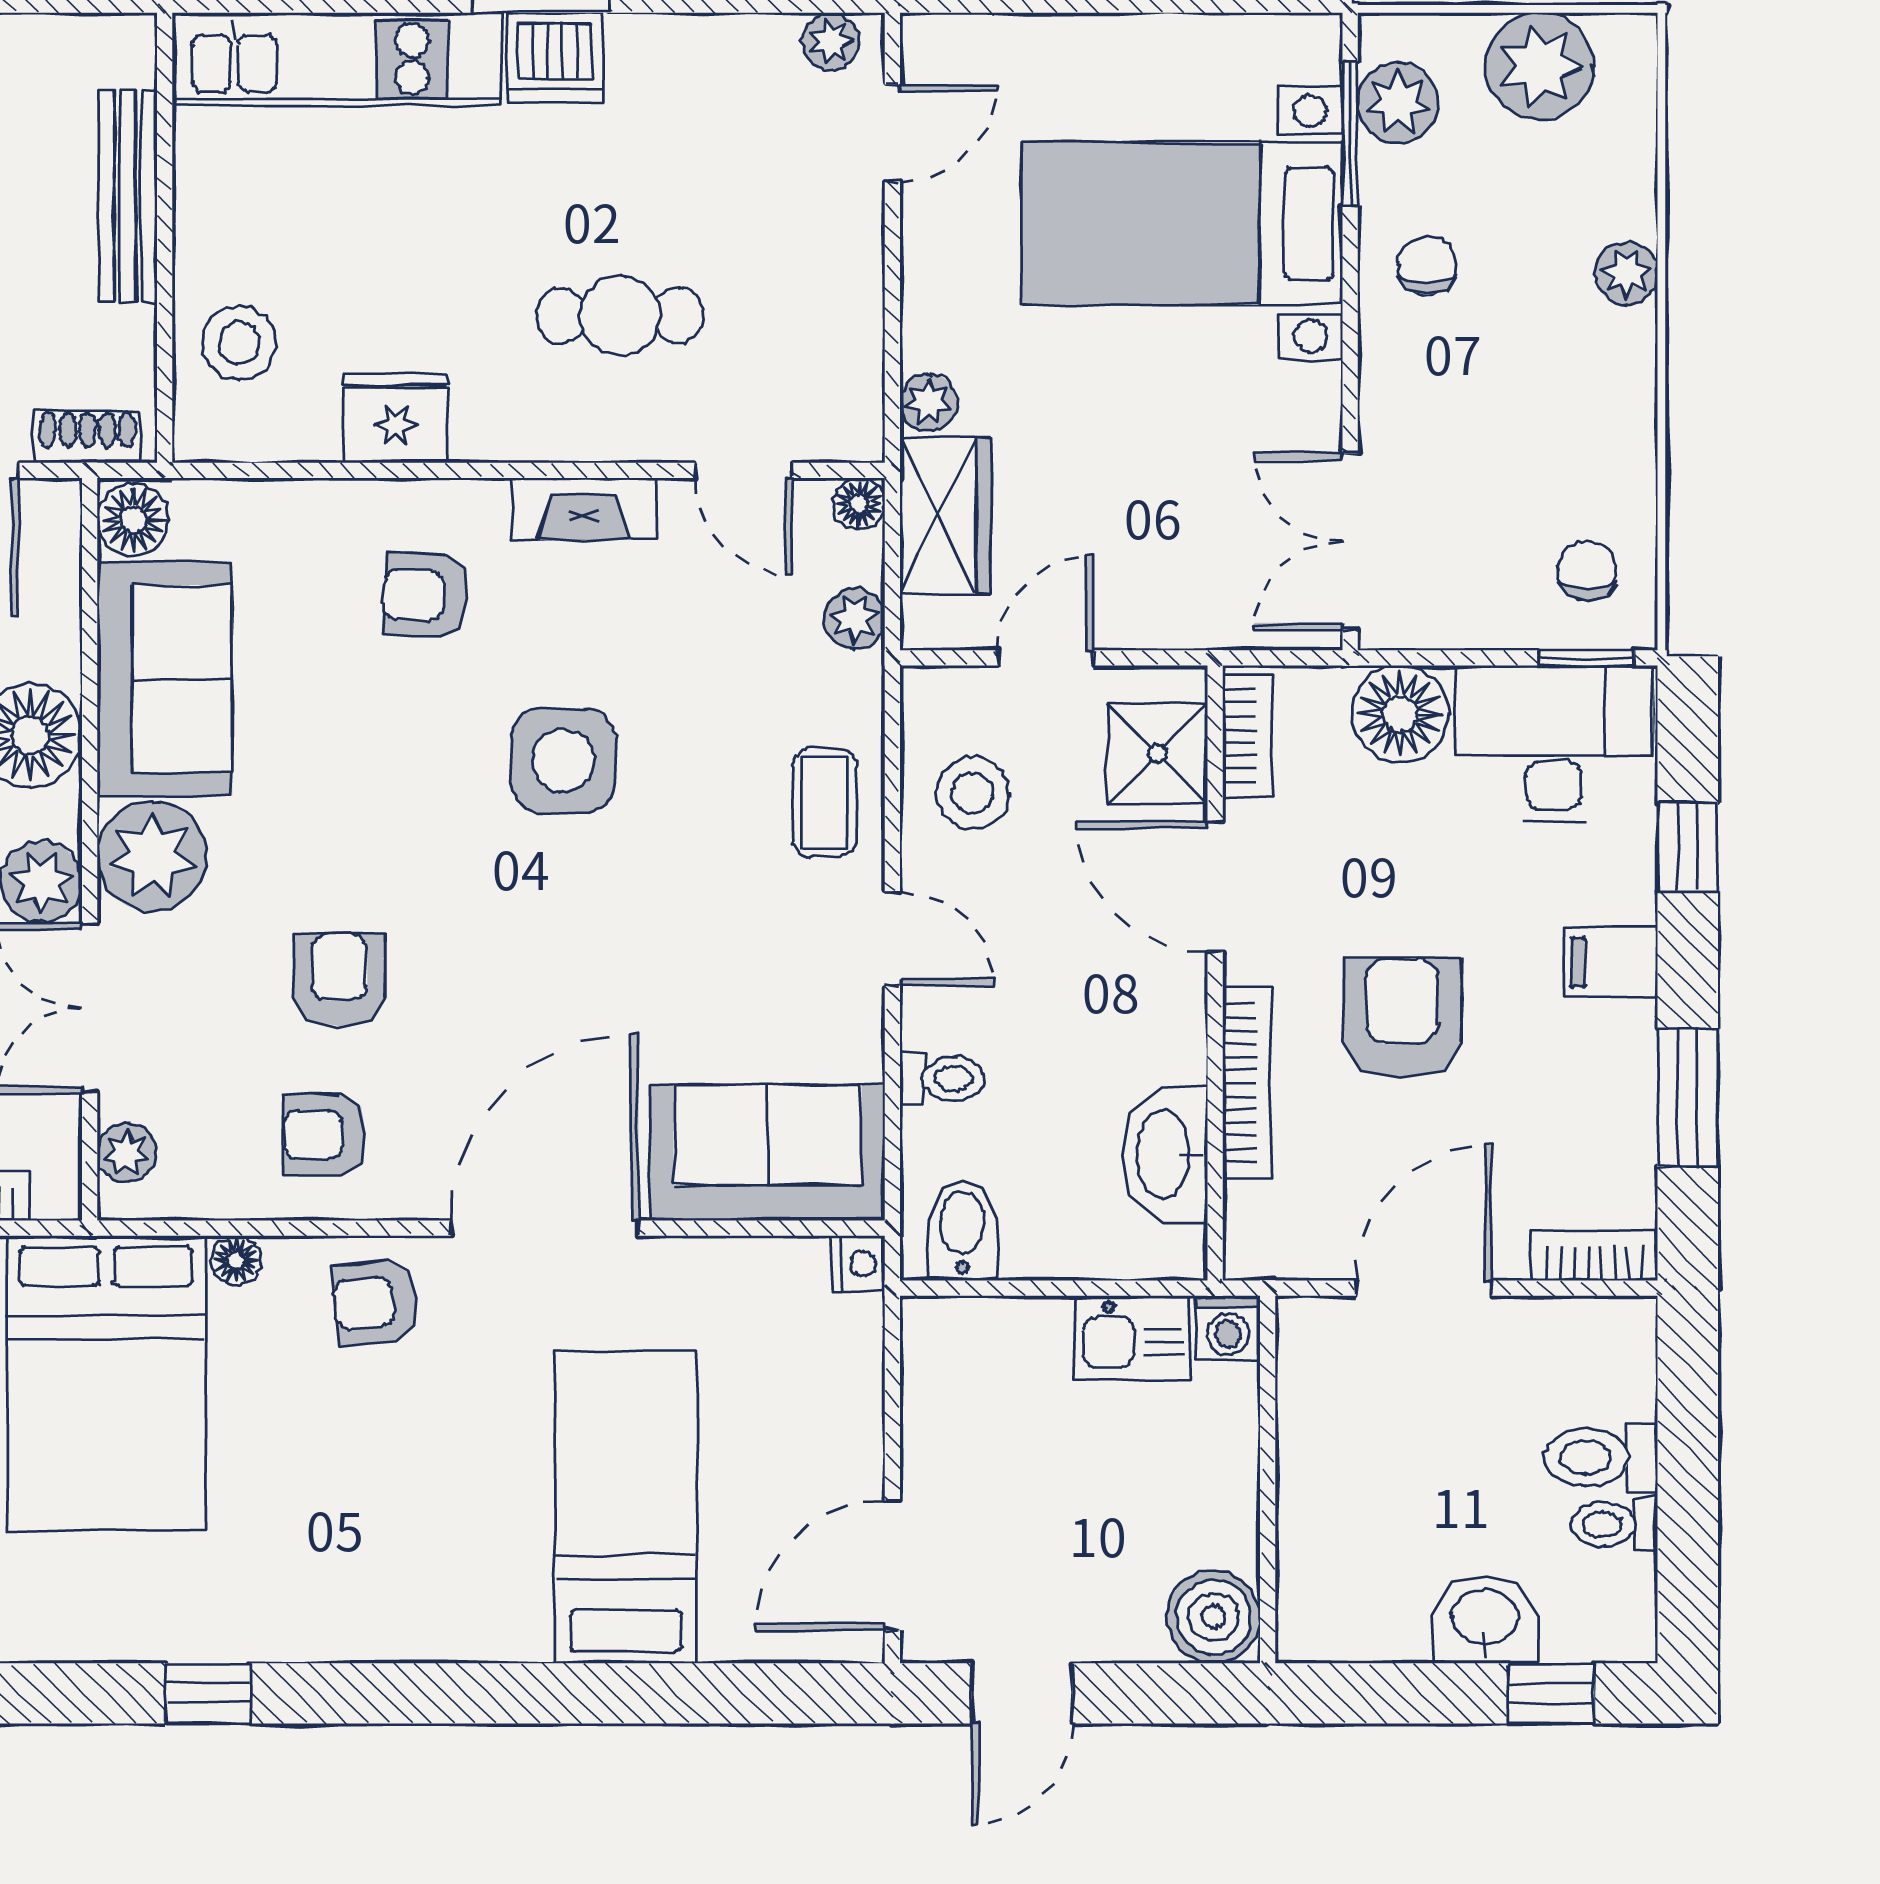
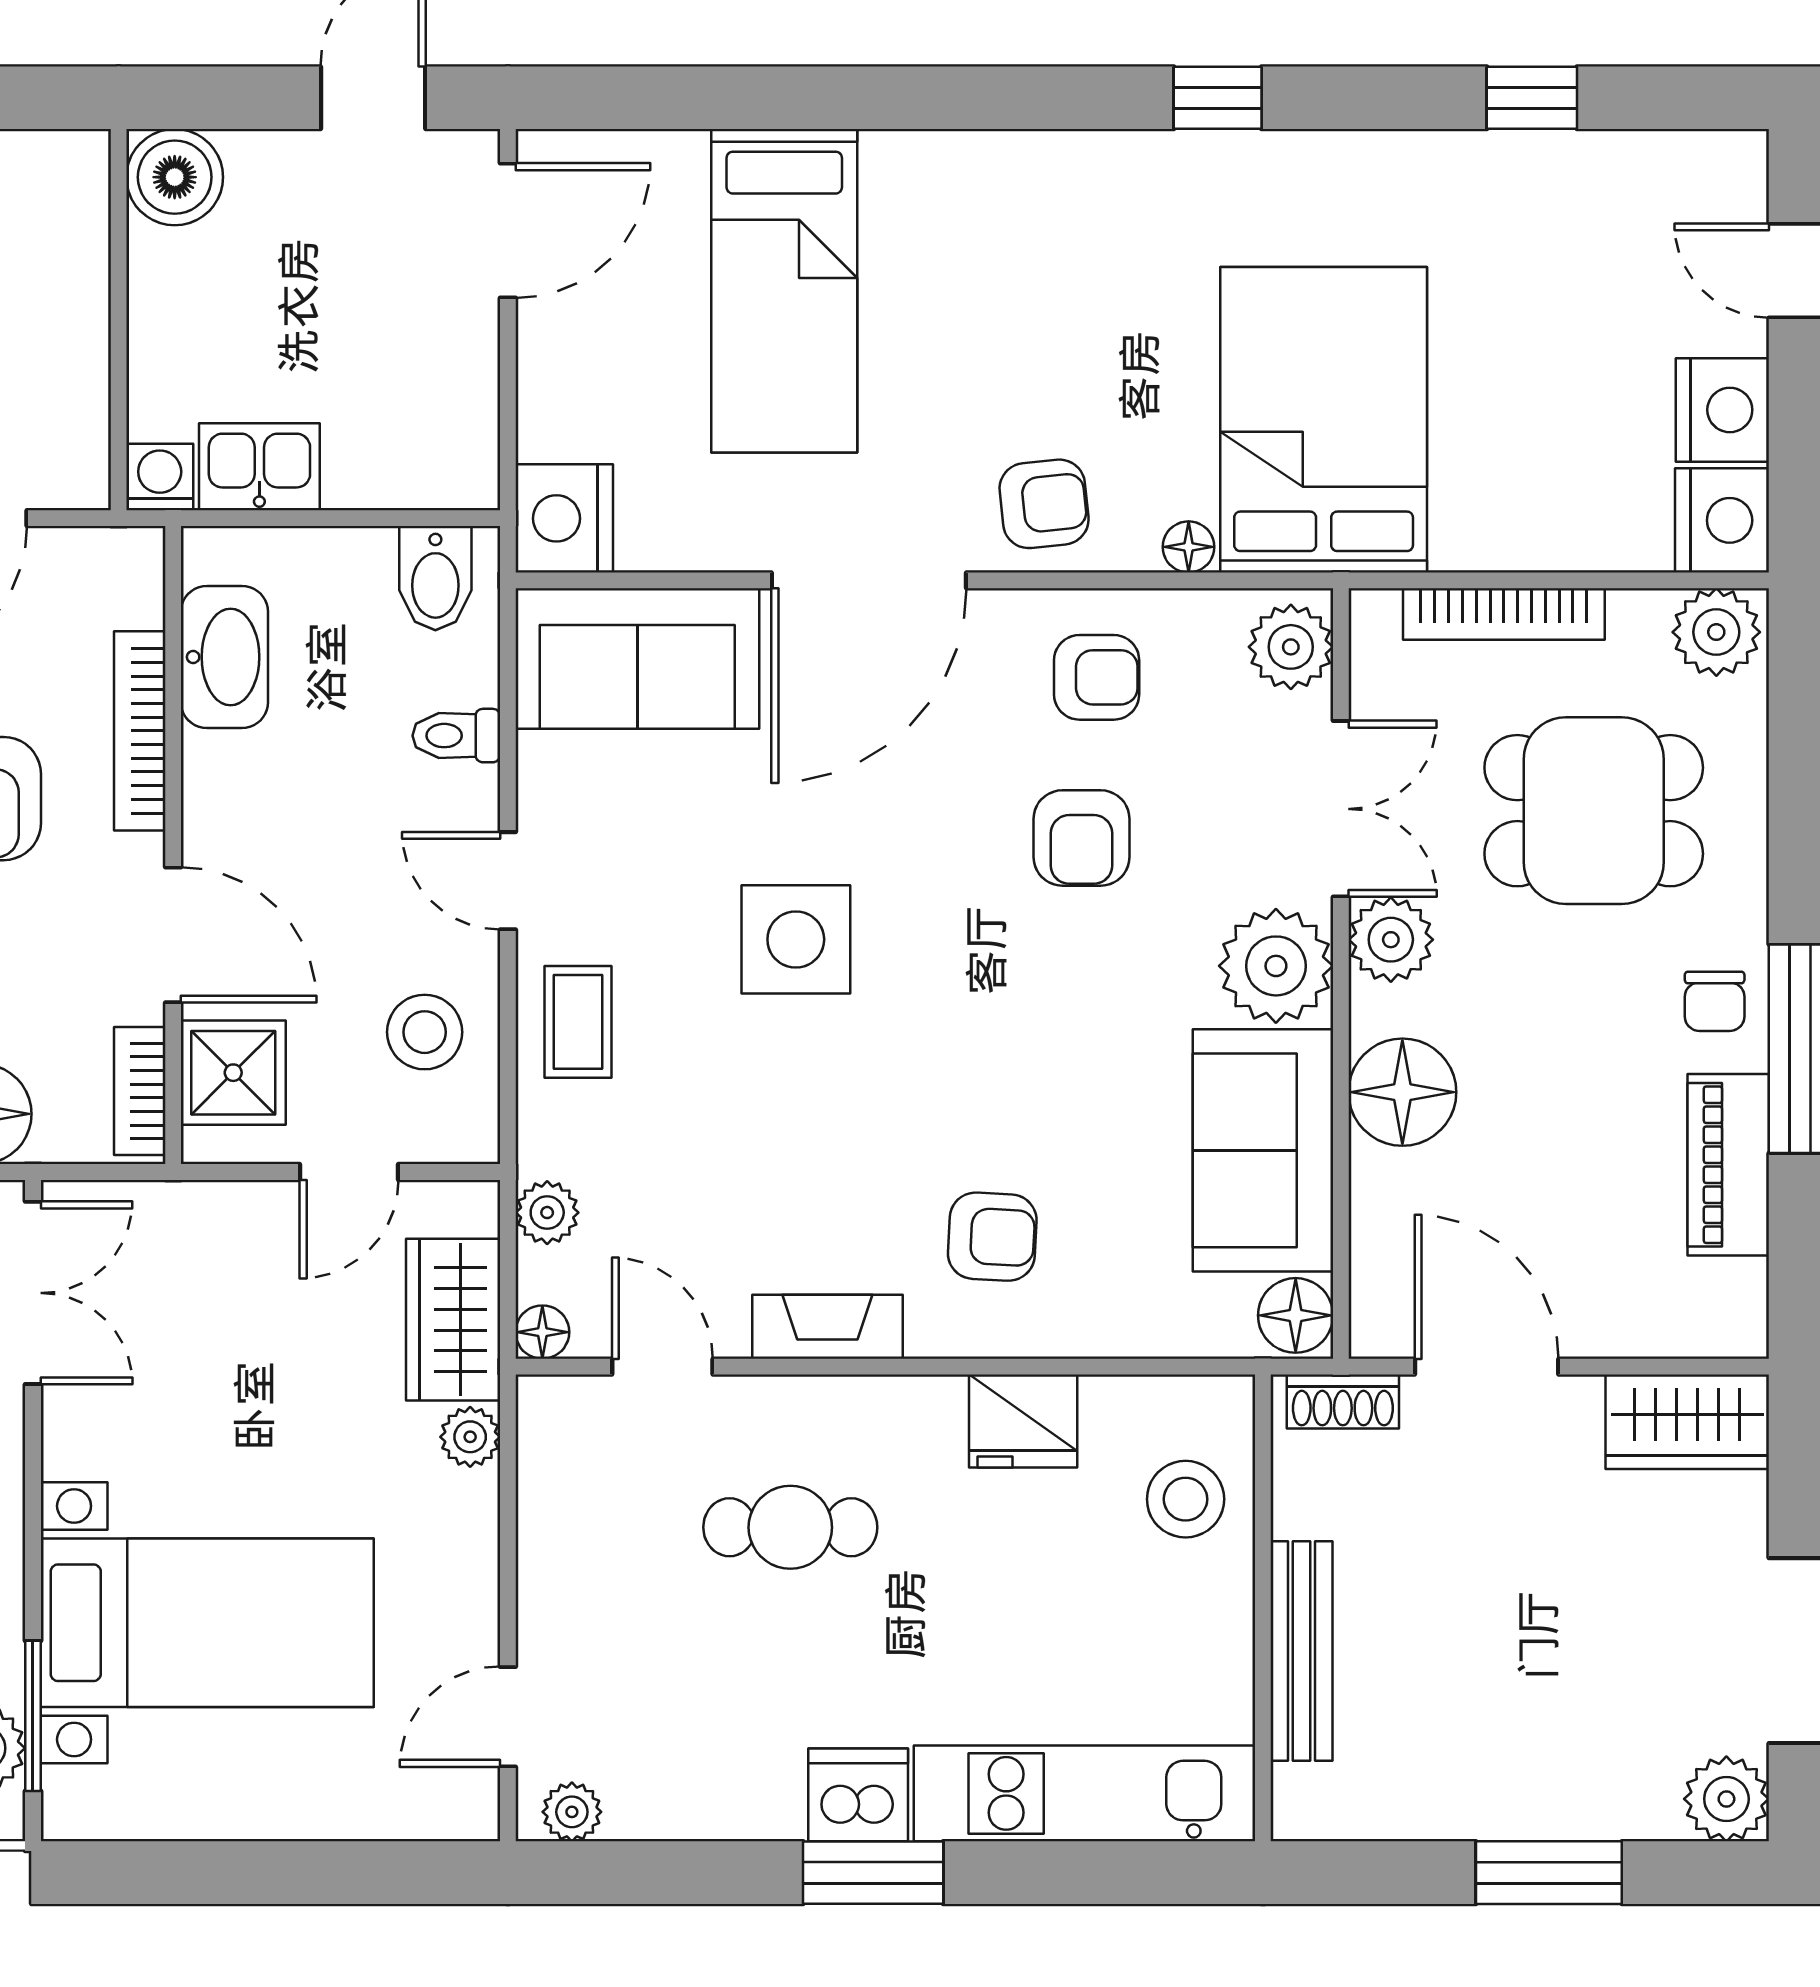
side table: (563, 761) -> (796, 939), moved
plant: (127, 1153) -> (1291, 647), width x1.38, depth x1.38
nightstand: (859, 1263) -> (564, 518), width x1.89, depth x1.79

